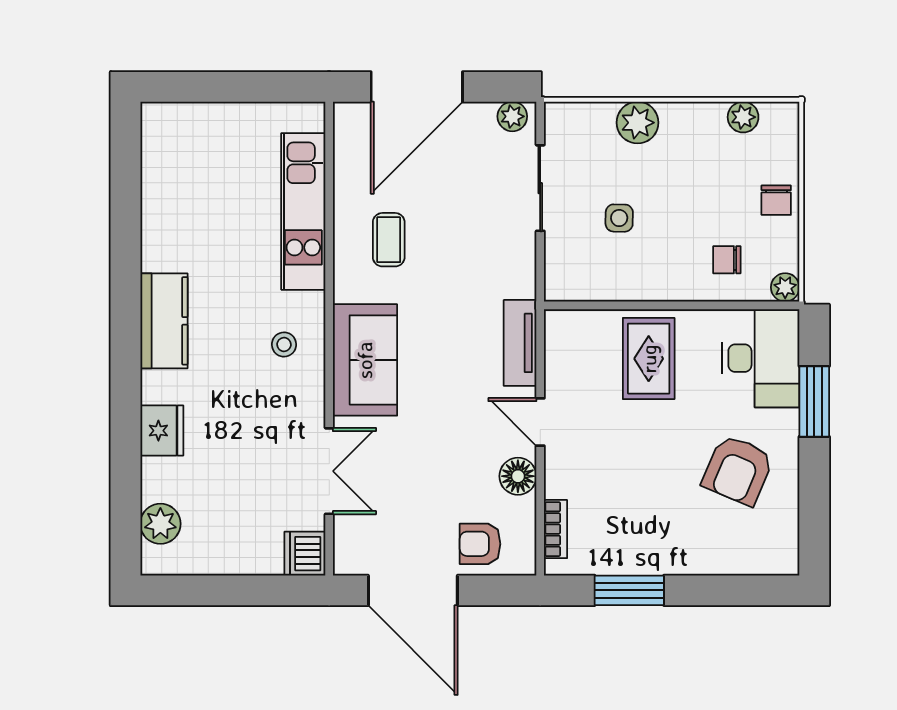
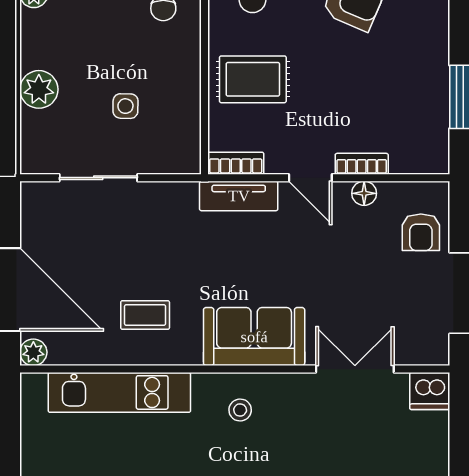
plant: (512, 116) -> (33, 352), moved
bookcase: (556, 340) -> (236, 163), added
door: (540, 422) -> (310, 178), hinge flipped
floor lamp: (518, 476) -> (364, 193), width x0.73, depth x0.73
bookcase: (556, 529) -> (362, 164), moved

